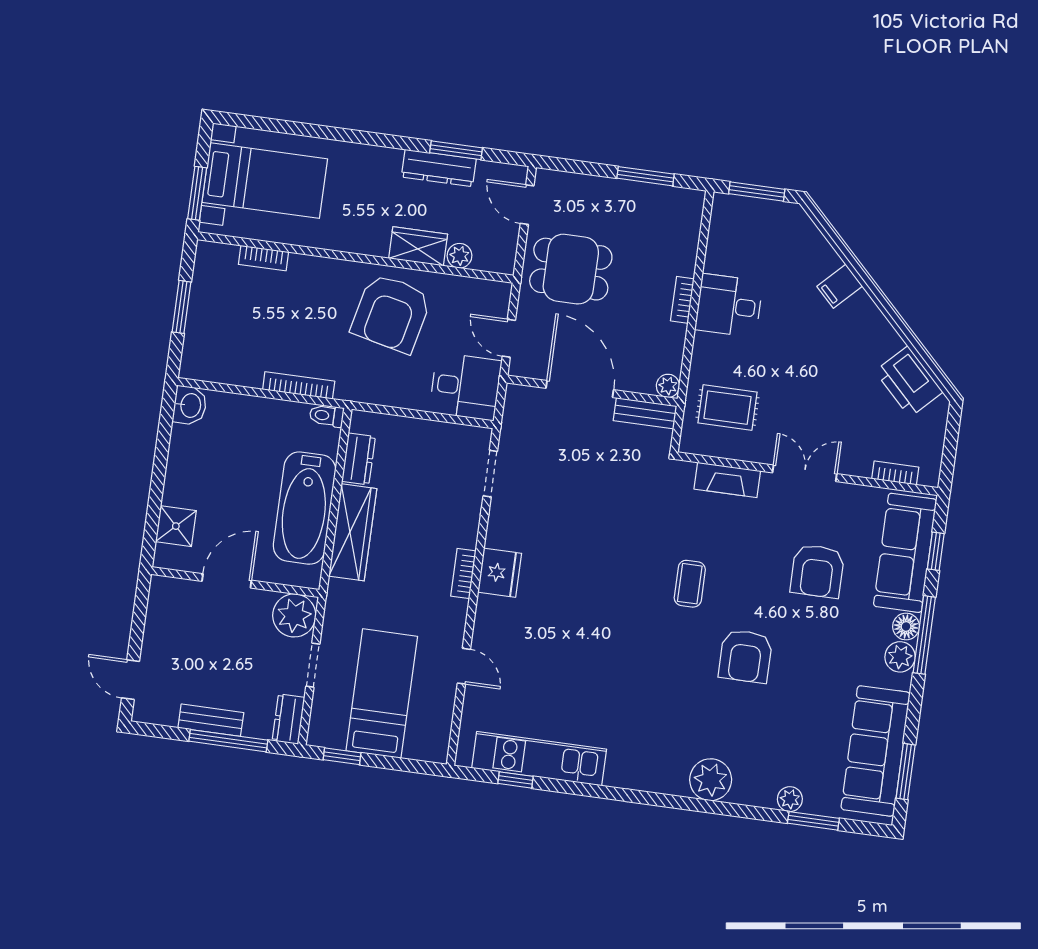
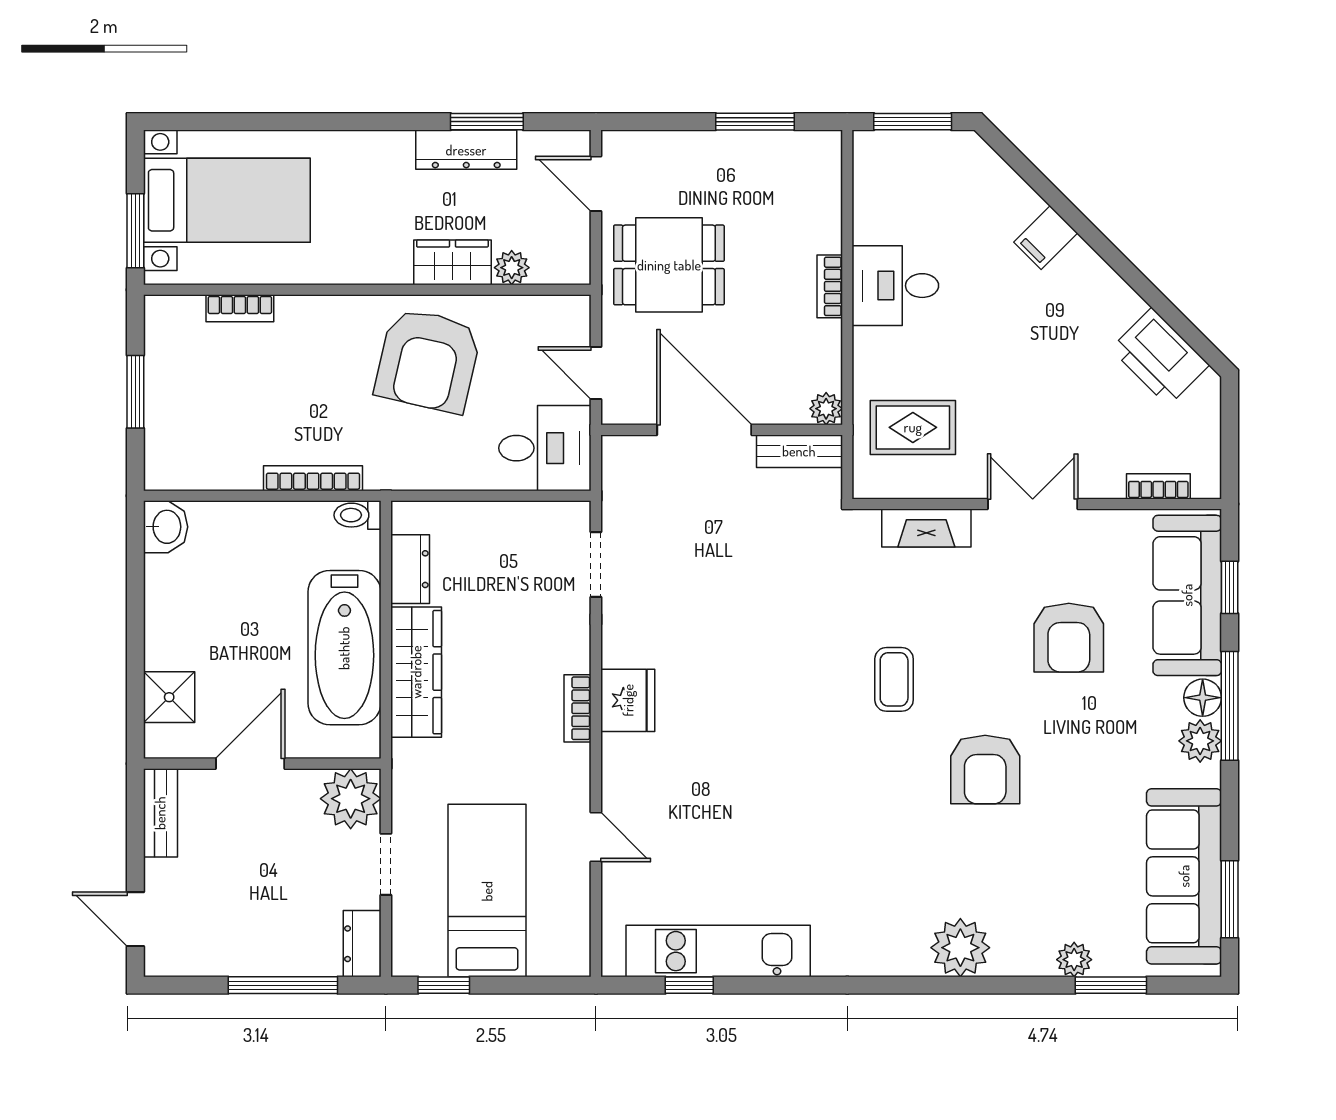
bench: (211, 720) -> (160, 813), moved, turned 90

